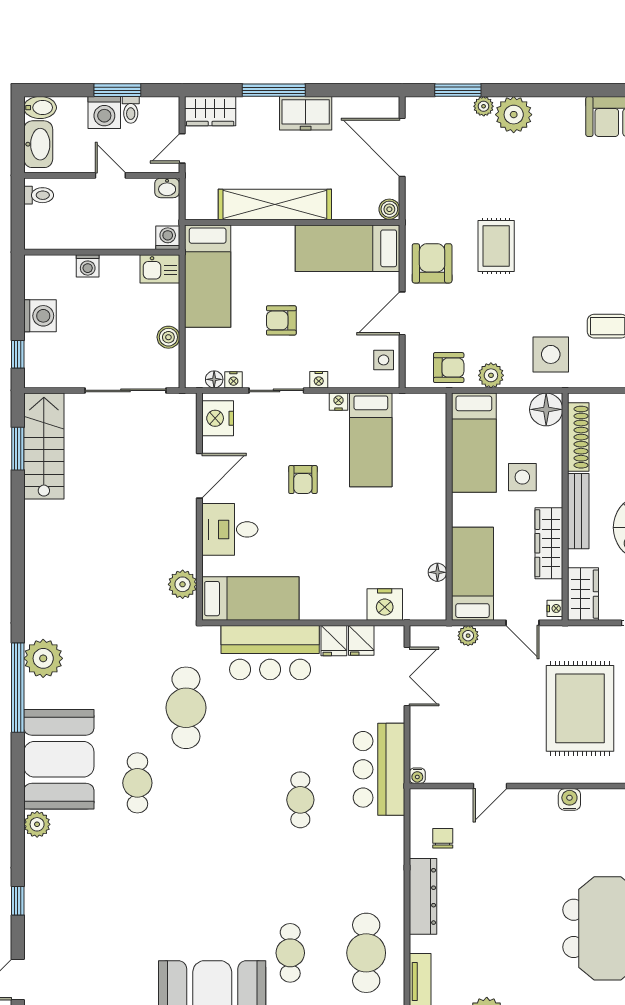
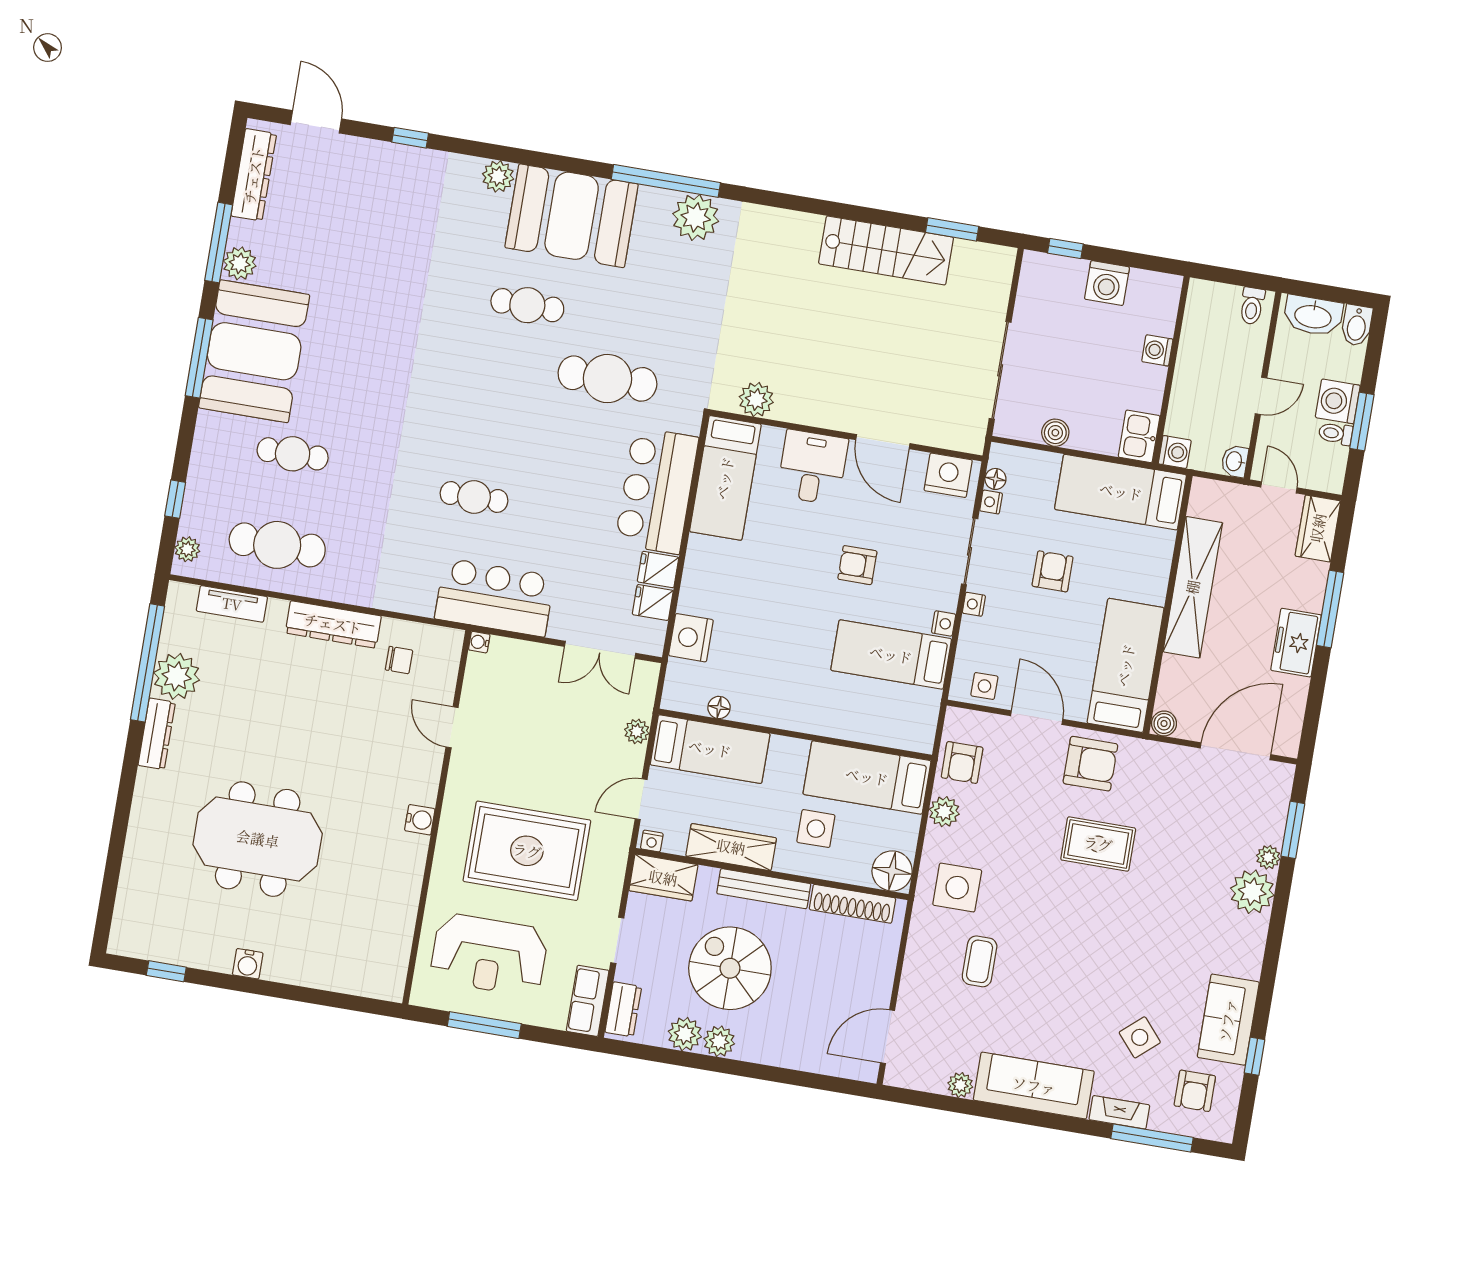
stairs: (44, 446) -> (886, 250), moved

